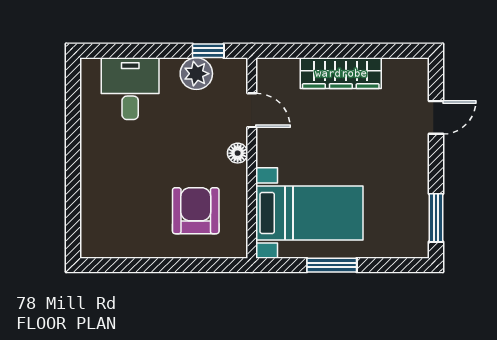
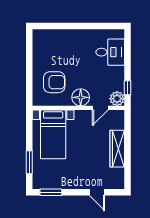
plant: (196, 74) -> (117, 99), moved
floor lamp: (238, 153) -> (81, 97), width x1.89, depth x1.89
window: (332, 265) -> (29, 162), moved

